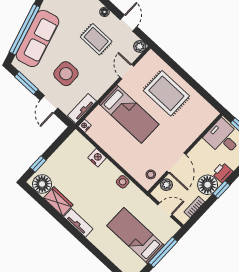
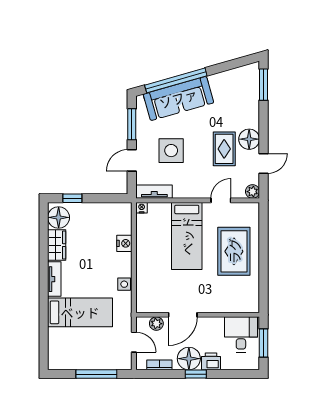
floor lamp: (104, 12) -> (249, 139), width x1.89, depth x1.89
stool: (151, 174) -> (153, 302), removed
bed: (136, 236) -> (80, 312), moved, turned 90

